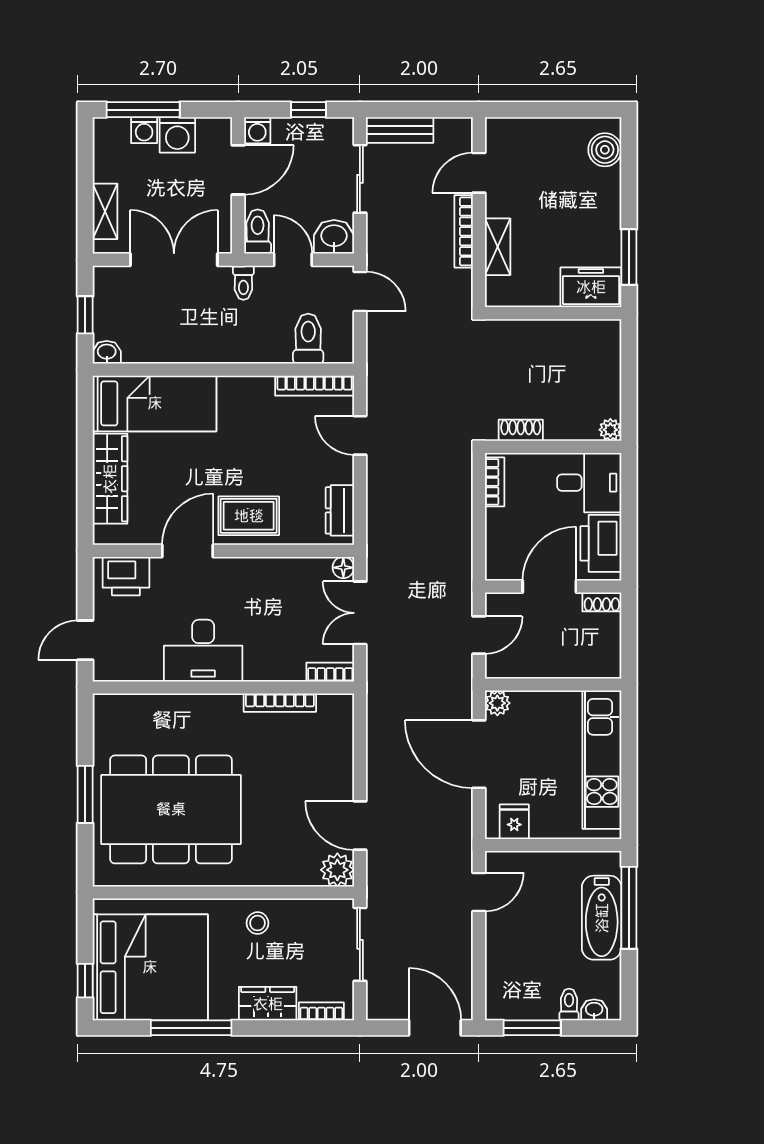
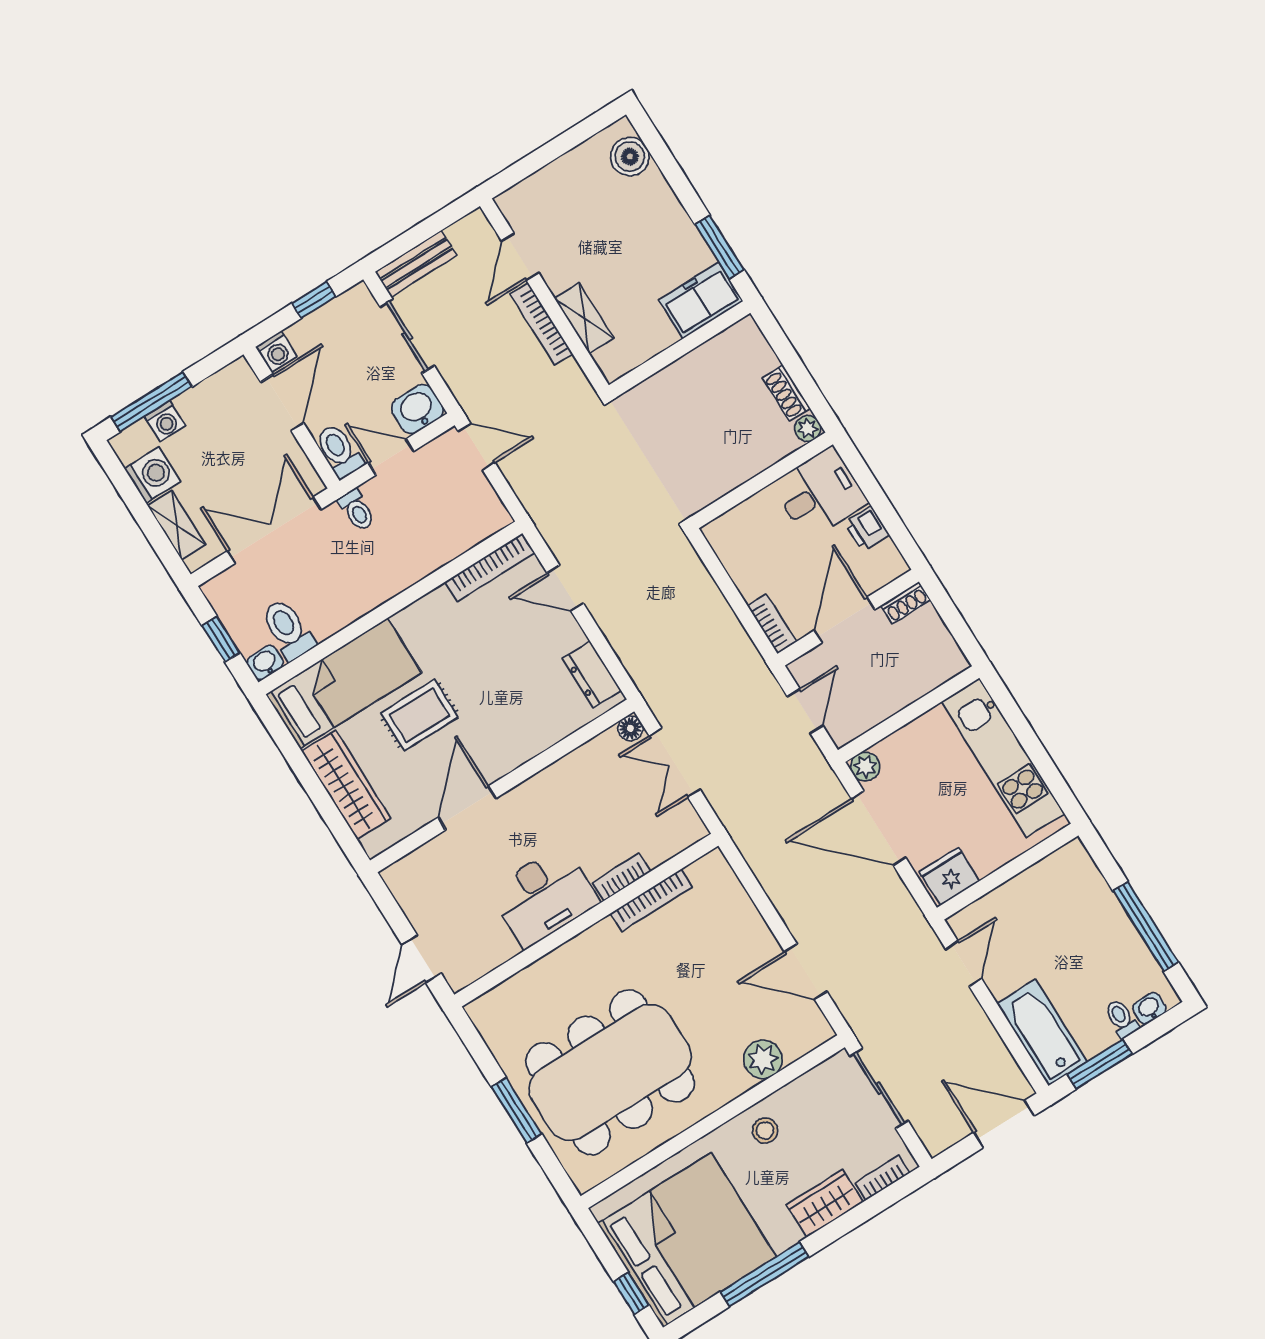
washing machine: (177, 135) -> (152, 475), moved, turned -90
toilet: (308, 339) -> (288, 630), moved
shoe rack: (521, 430) -> (786, 393), moved, turned -90
bookcase: (495, 482) -> (772, 624), moved
rug: (249, 516) -> (419, 715), moved
printer: (601, 543) -> (867, 529), width x0.53, depth x0.68
printer: (126, 576) -> (422, 871), removed
bookcase: (330, 672) -> (621, 877), moved
fridge: (514, 822) -> (949, 876), width x1.38
plant: (337, 870) -> (763, 1059), moved
window: (629, 908) -> (1146, 927), moved
bathtub: (602, 918) -> (1042, 1032), moved, turned 180

